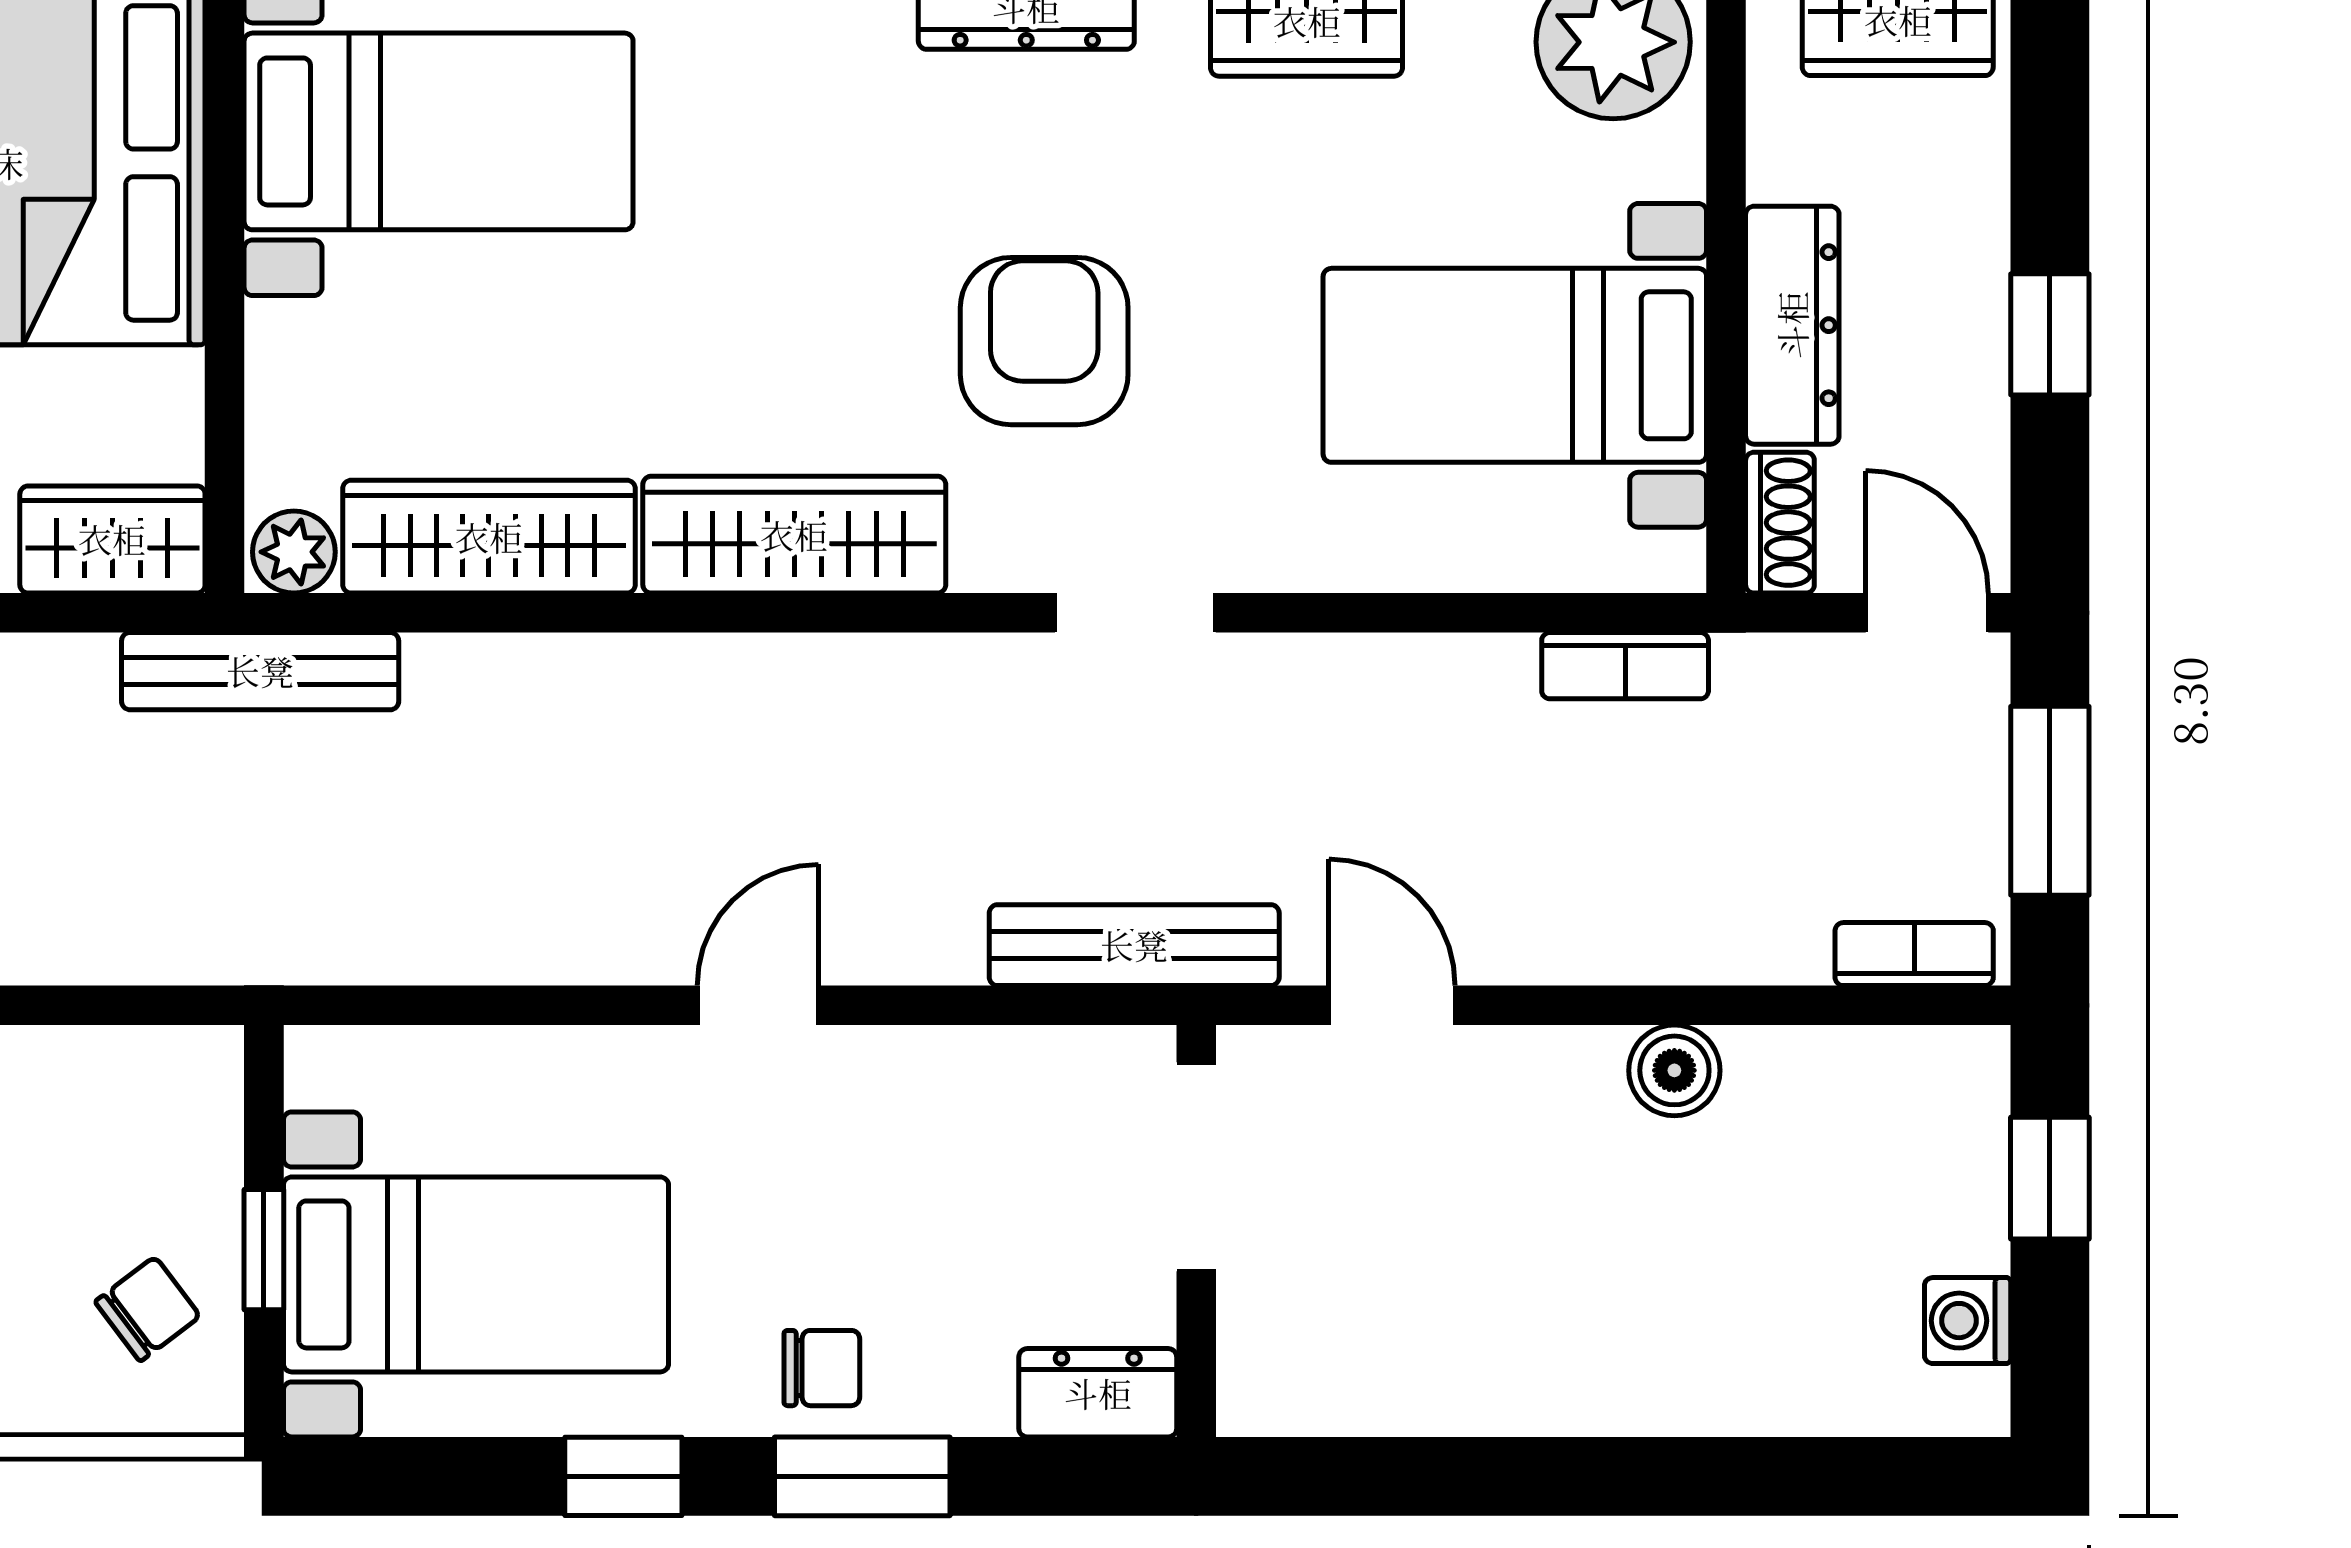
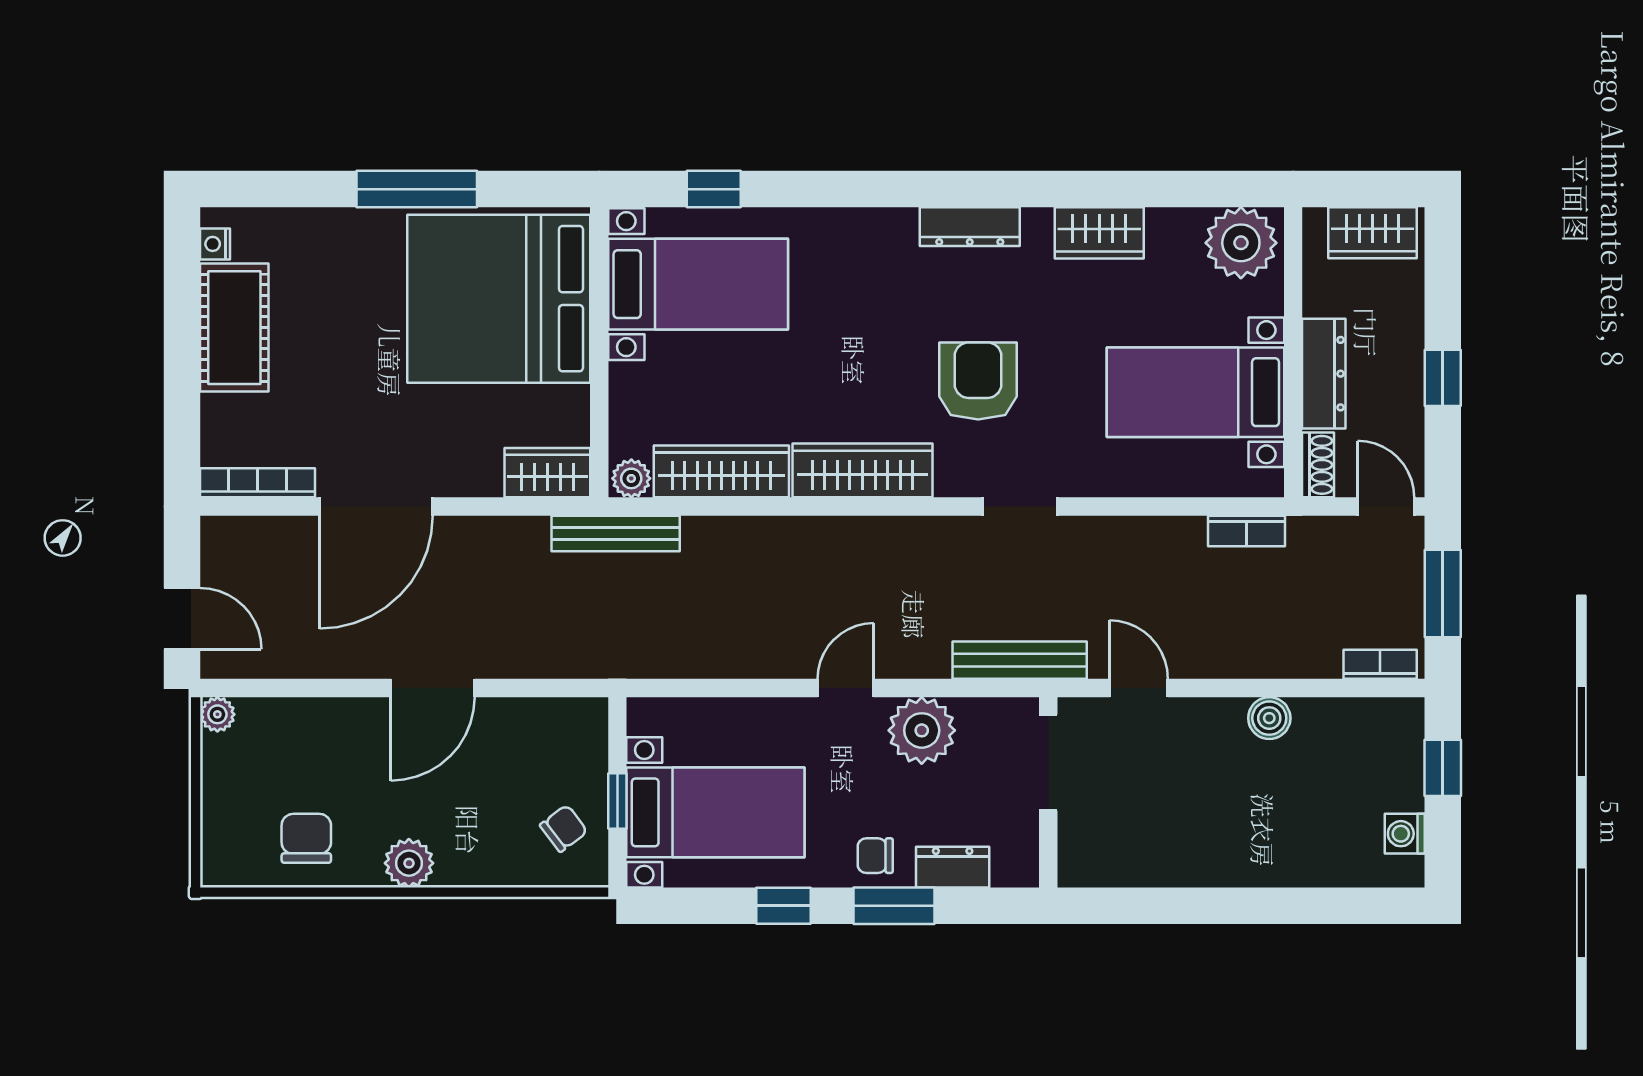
plant: (922, 1097) -> (922, 730), added
chair: (822, 1368) -> (875, 856), turned 180
dresser: (1098, 1393) -> (953, 867), moved

